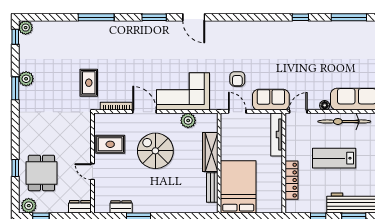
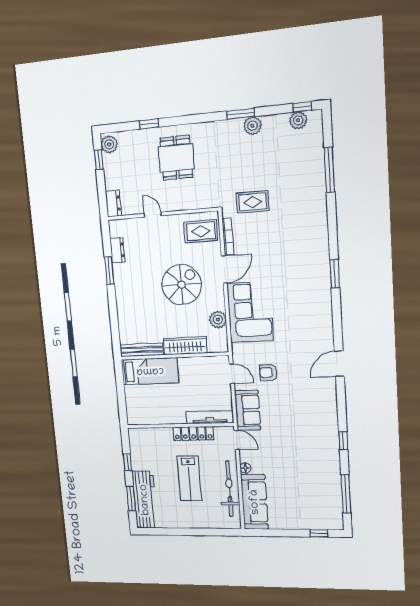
window: (96, 17) -> (329, 170), moved
door: (194, 17) -> (339, 364), moved
plant: (26, 28) -> (298, 120), moved
door: (237, 112) -> (232, 374), hinge flipped
rug: (110, 144) -> (201, 231), moved, turned 90
lab bench: (334, 158) -> (189, 478), turned 180
door: (92, 172) -> (153, 215), hinge flipped
dining table: (41, 173) -> (176, 158), moved, turned 90
locker: (291, 180) -> (193, 433), moved
bed: (238, 187) -> (150, 371), width x0.67
bench: (212, 188) -> (142, 350), width x1.36

